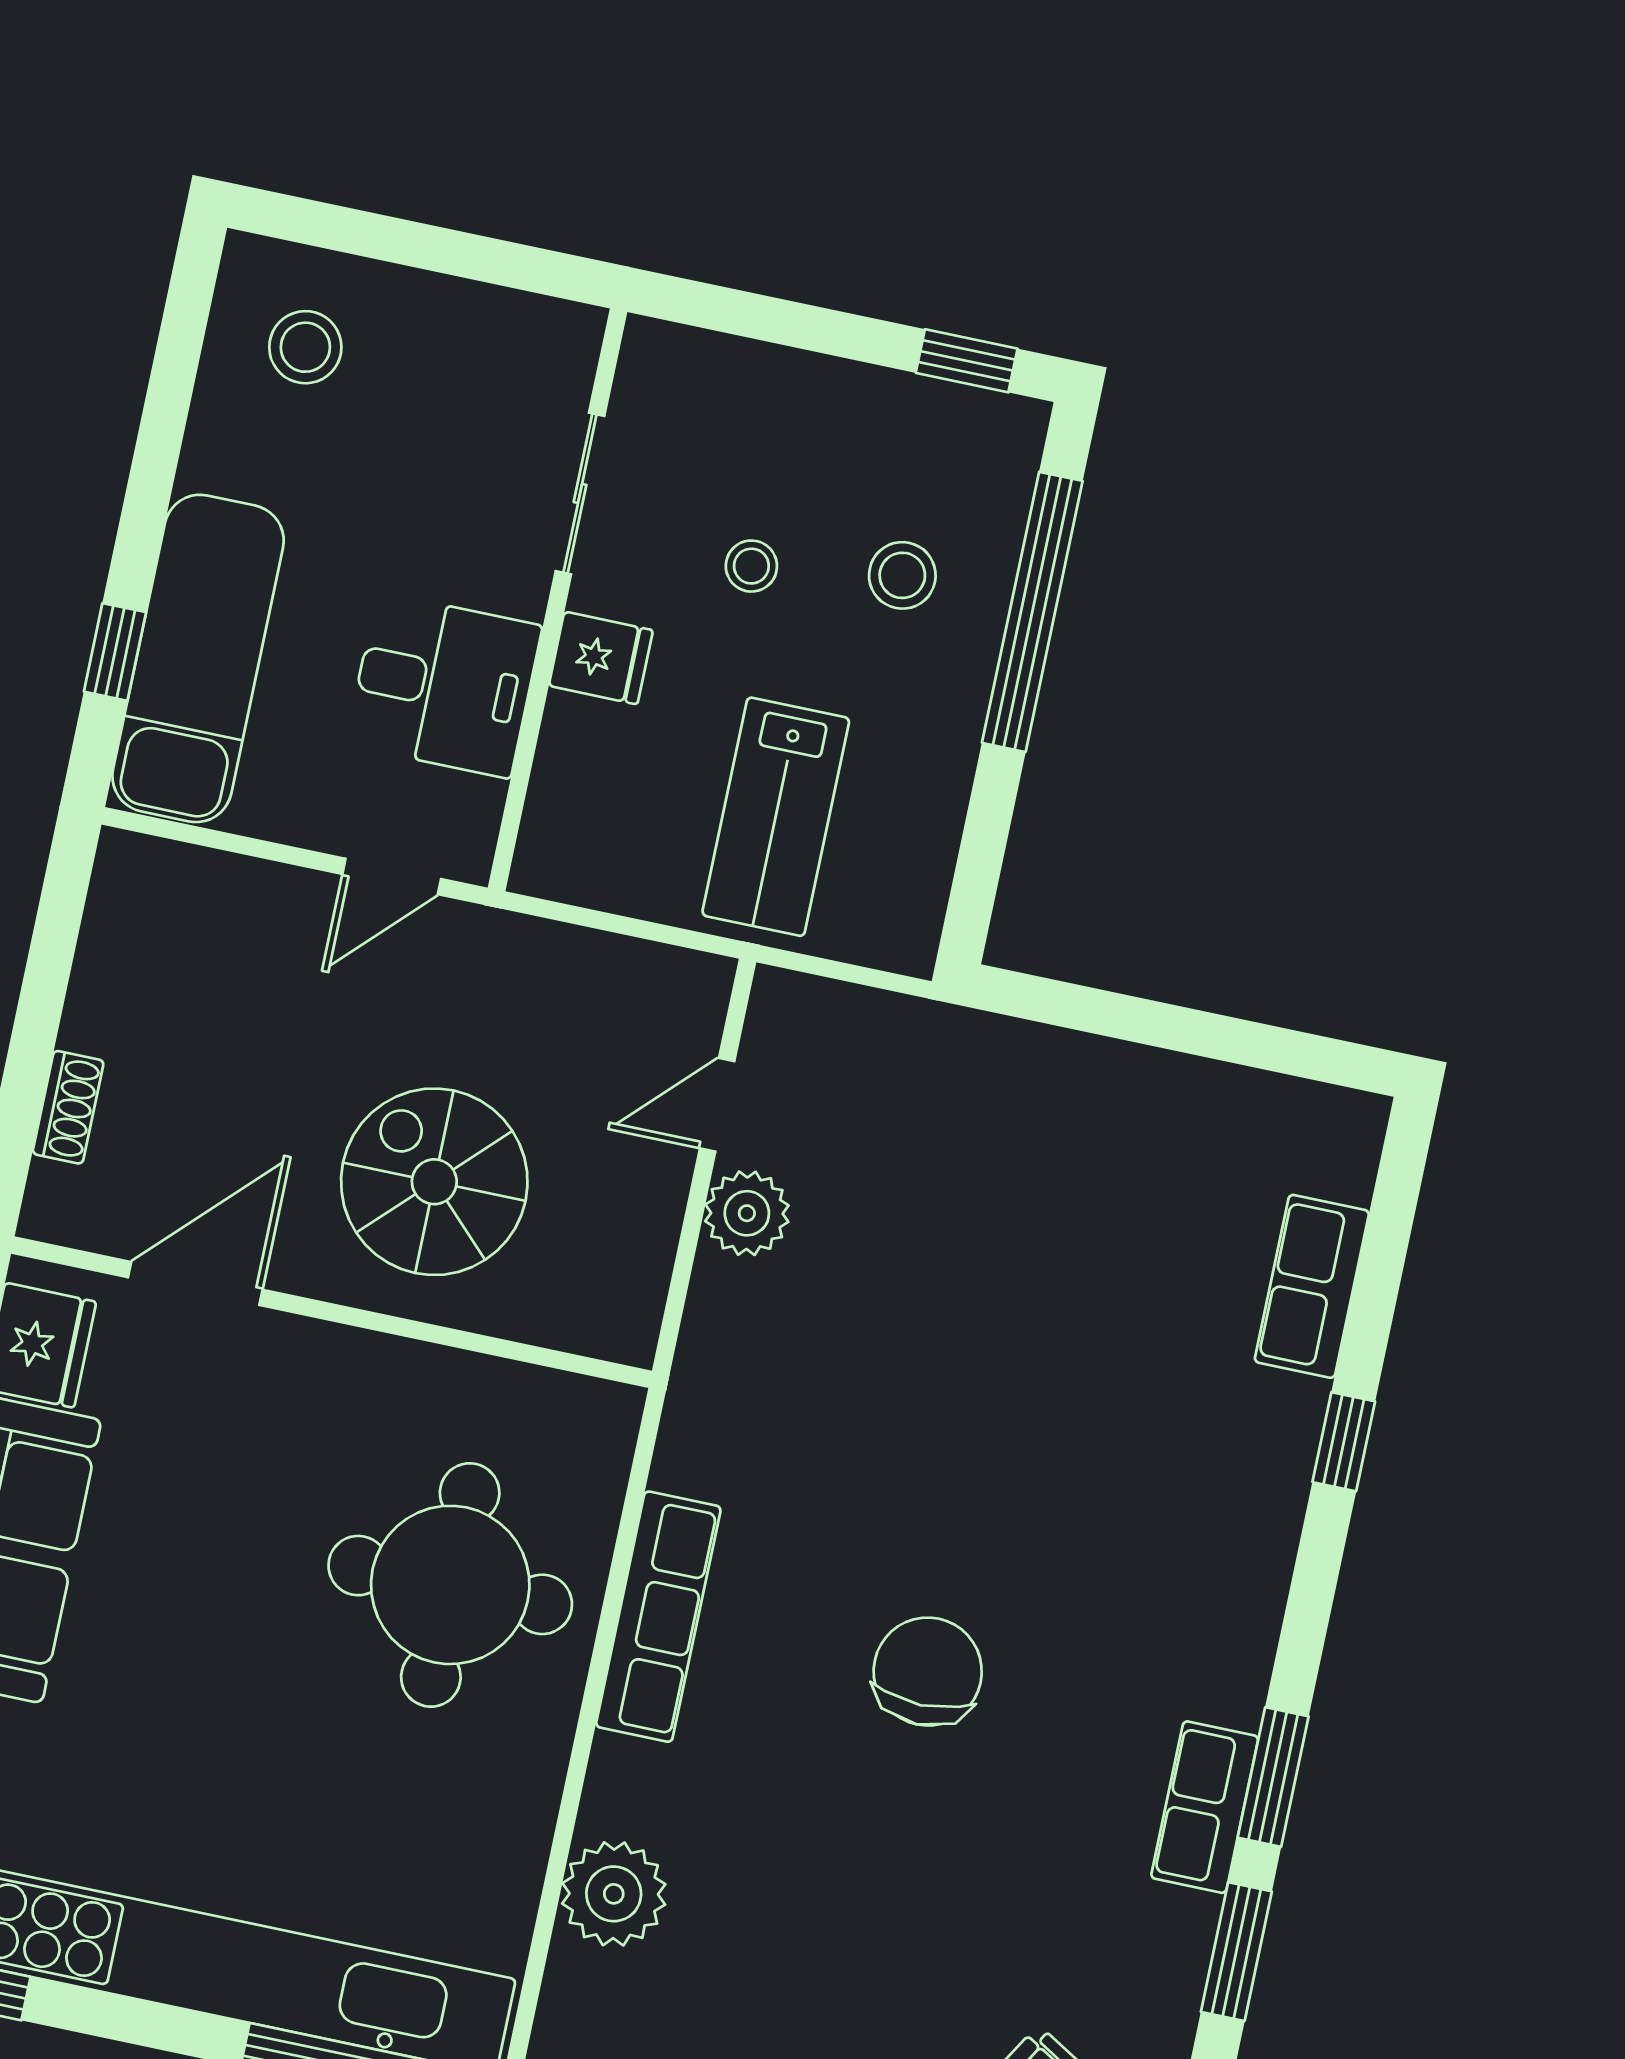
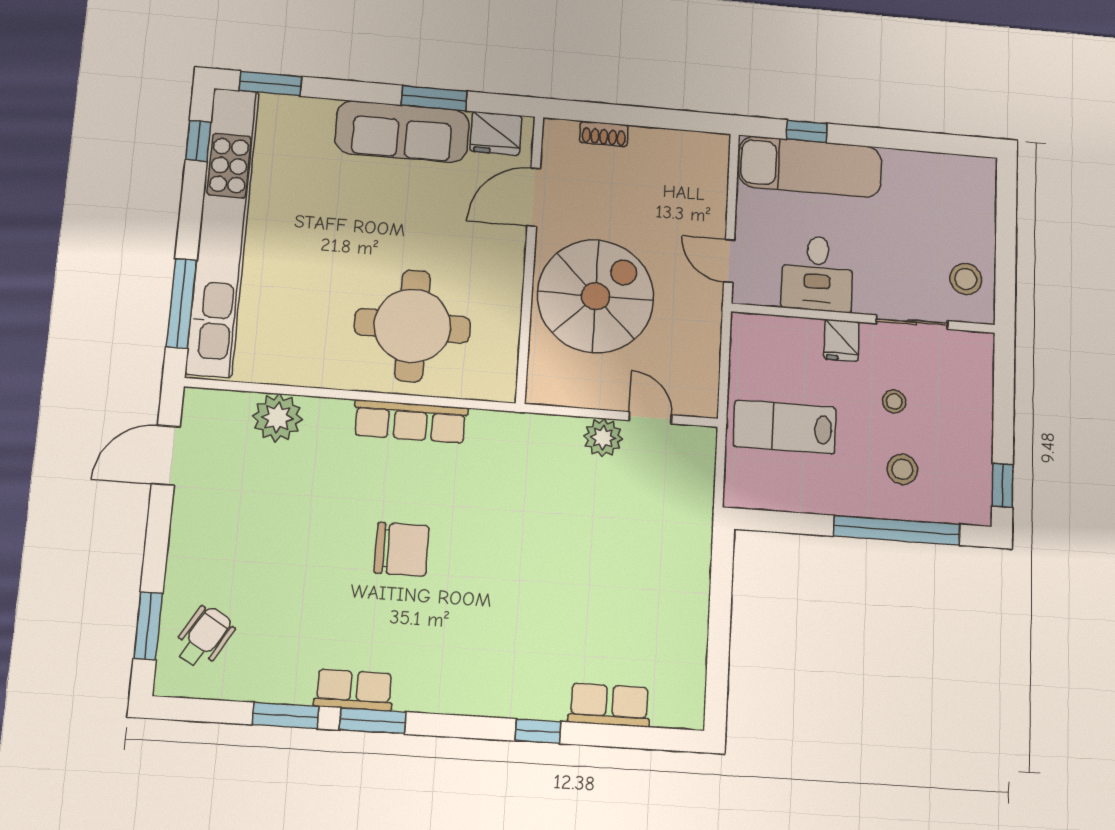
stool: (305, 347) -> (966, 279), moved
spiral stairs: (434, 1182) -> (596, 296), width x1.37, depth x1.37
door: (195, 1283) -> (534, 197), swing flipped

